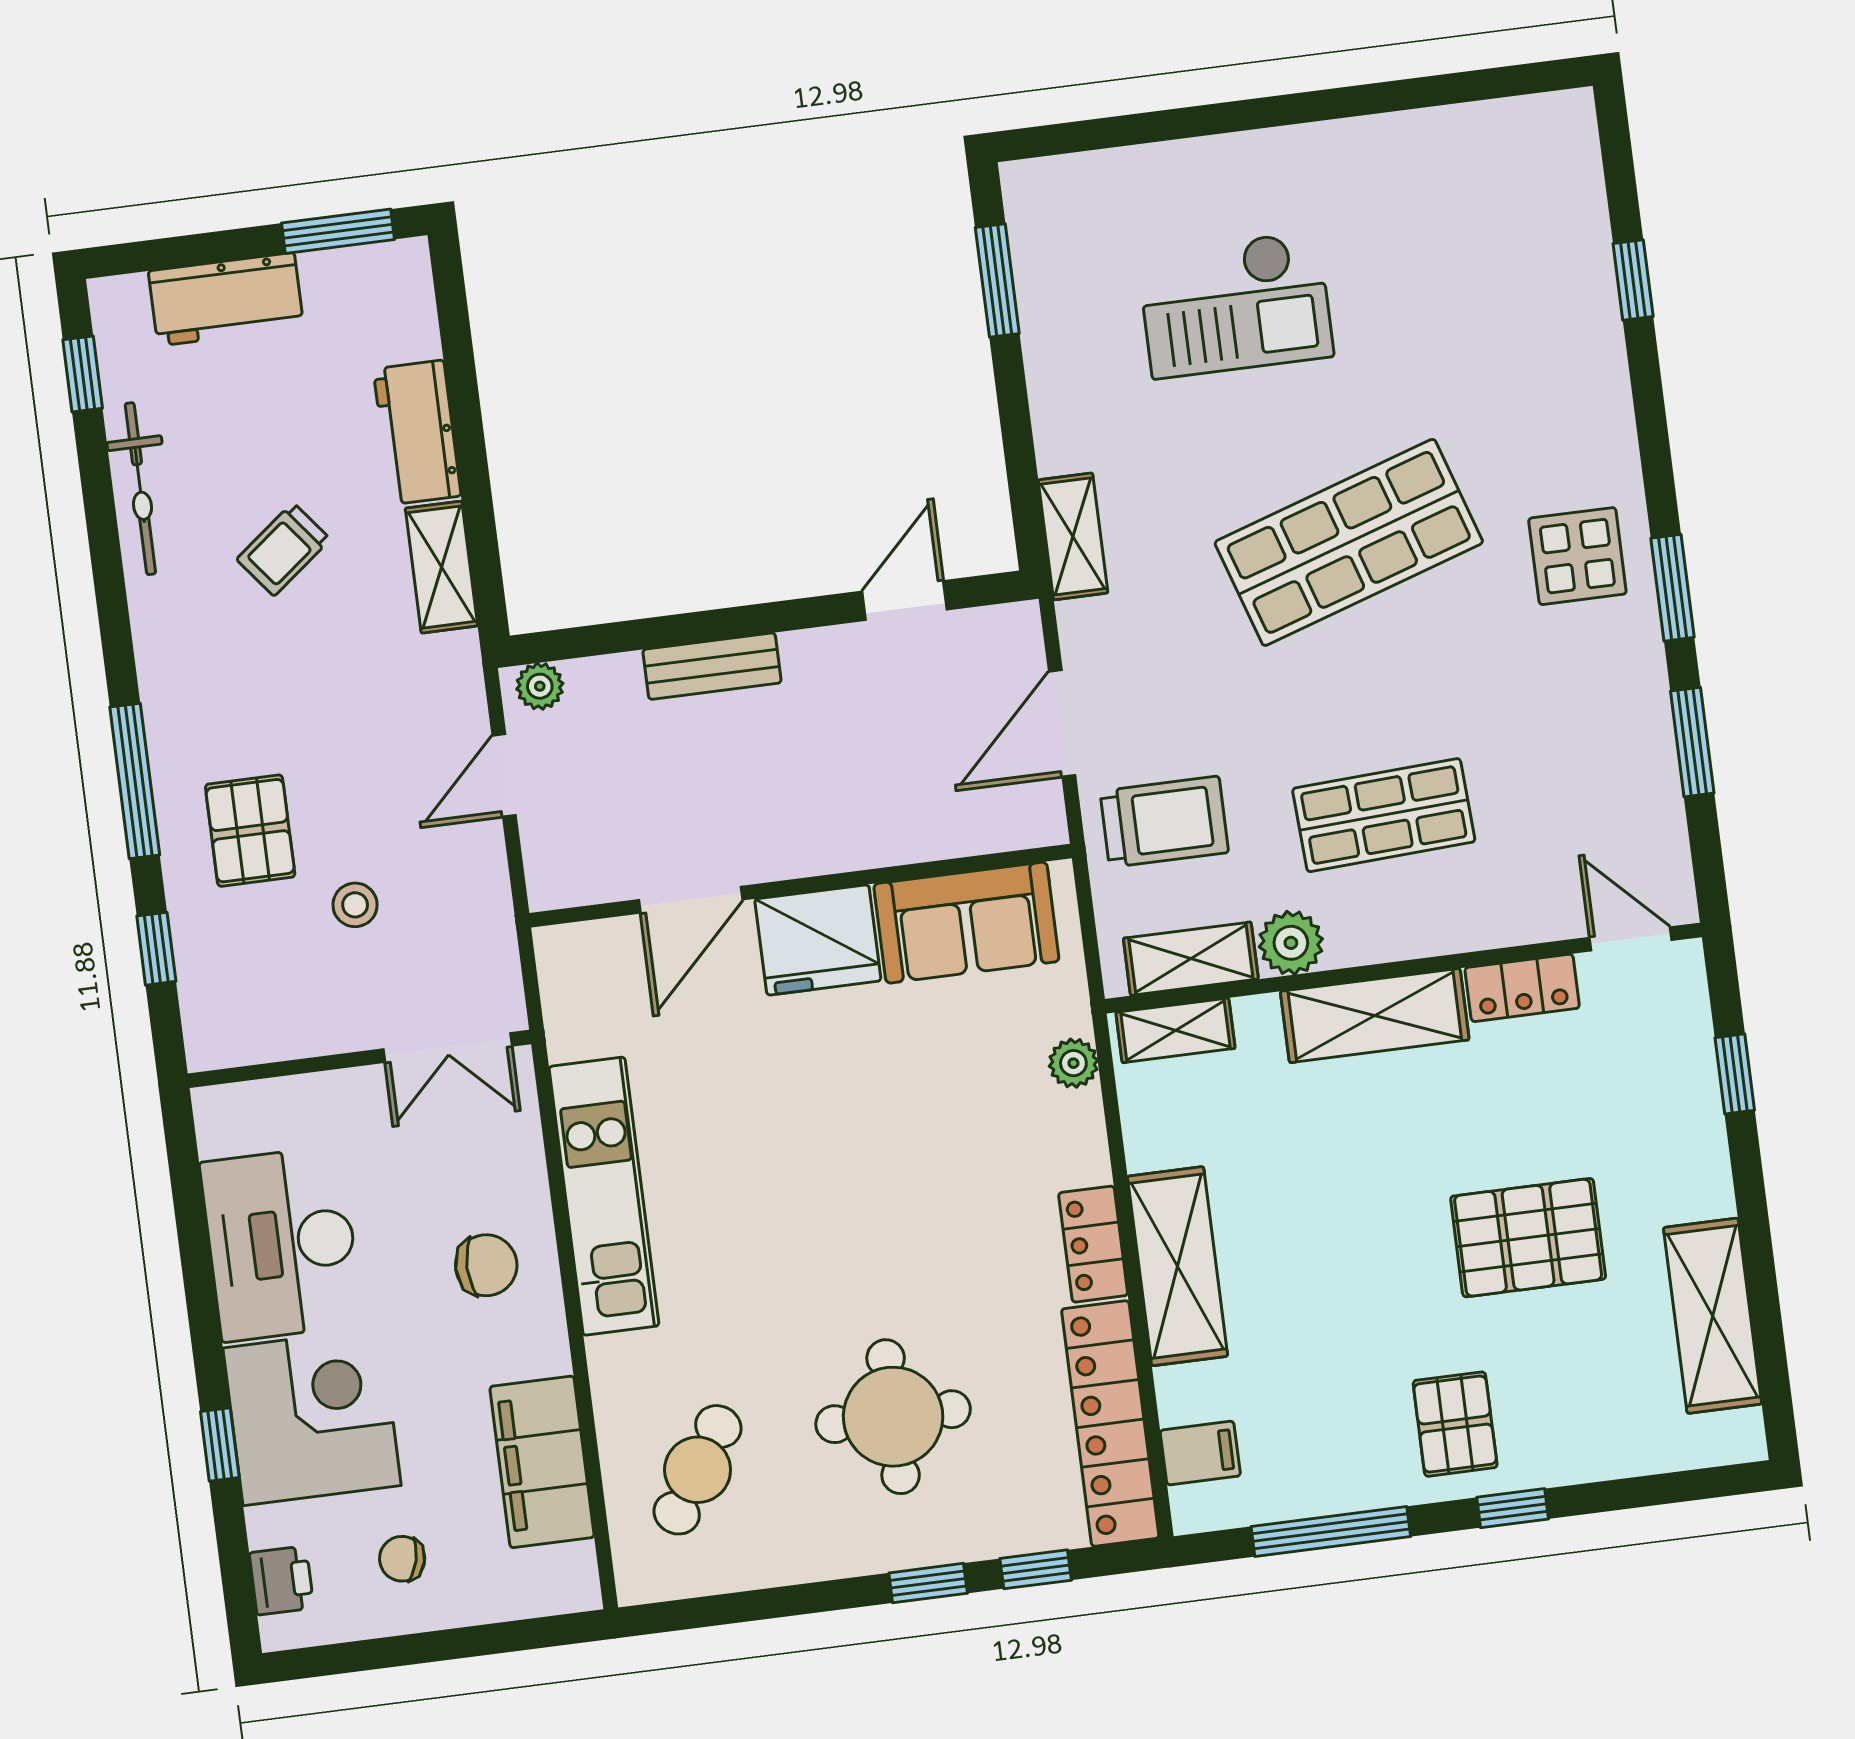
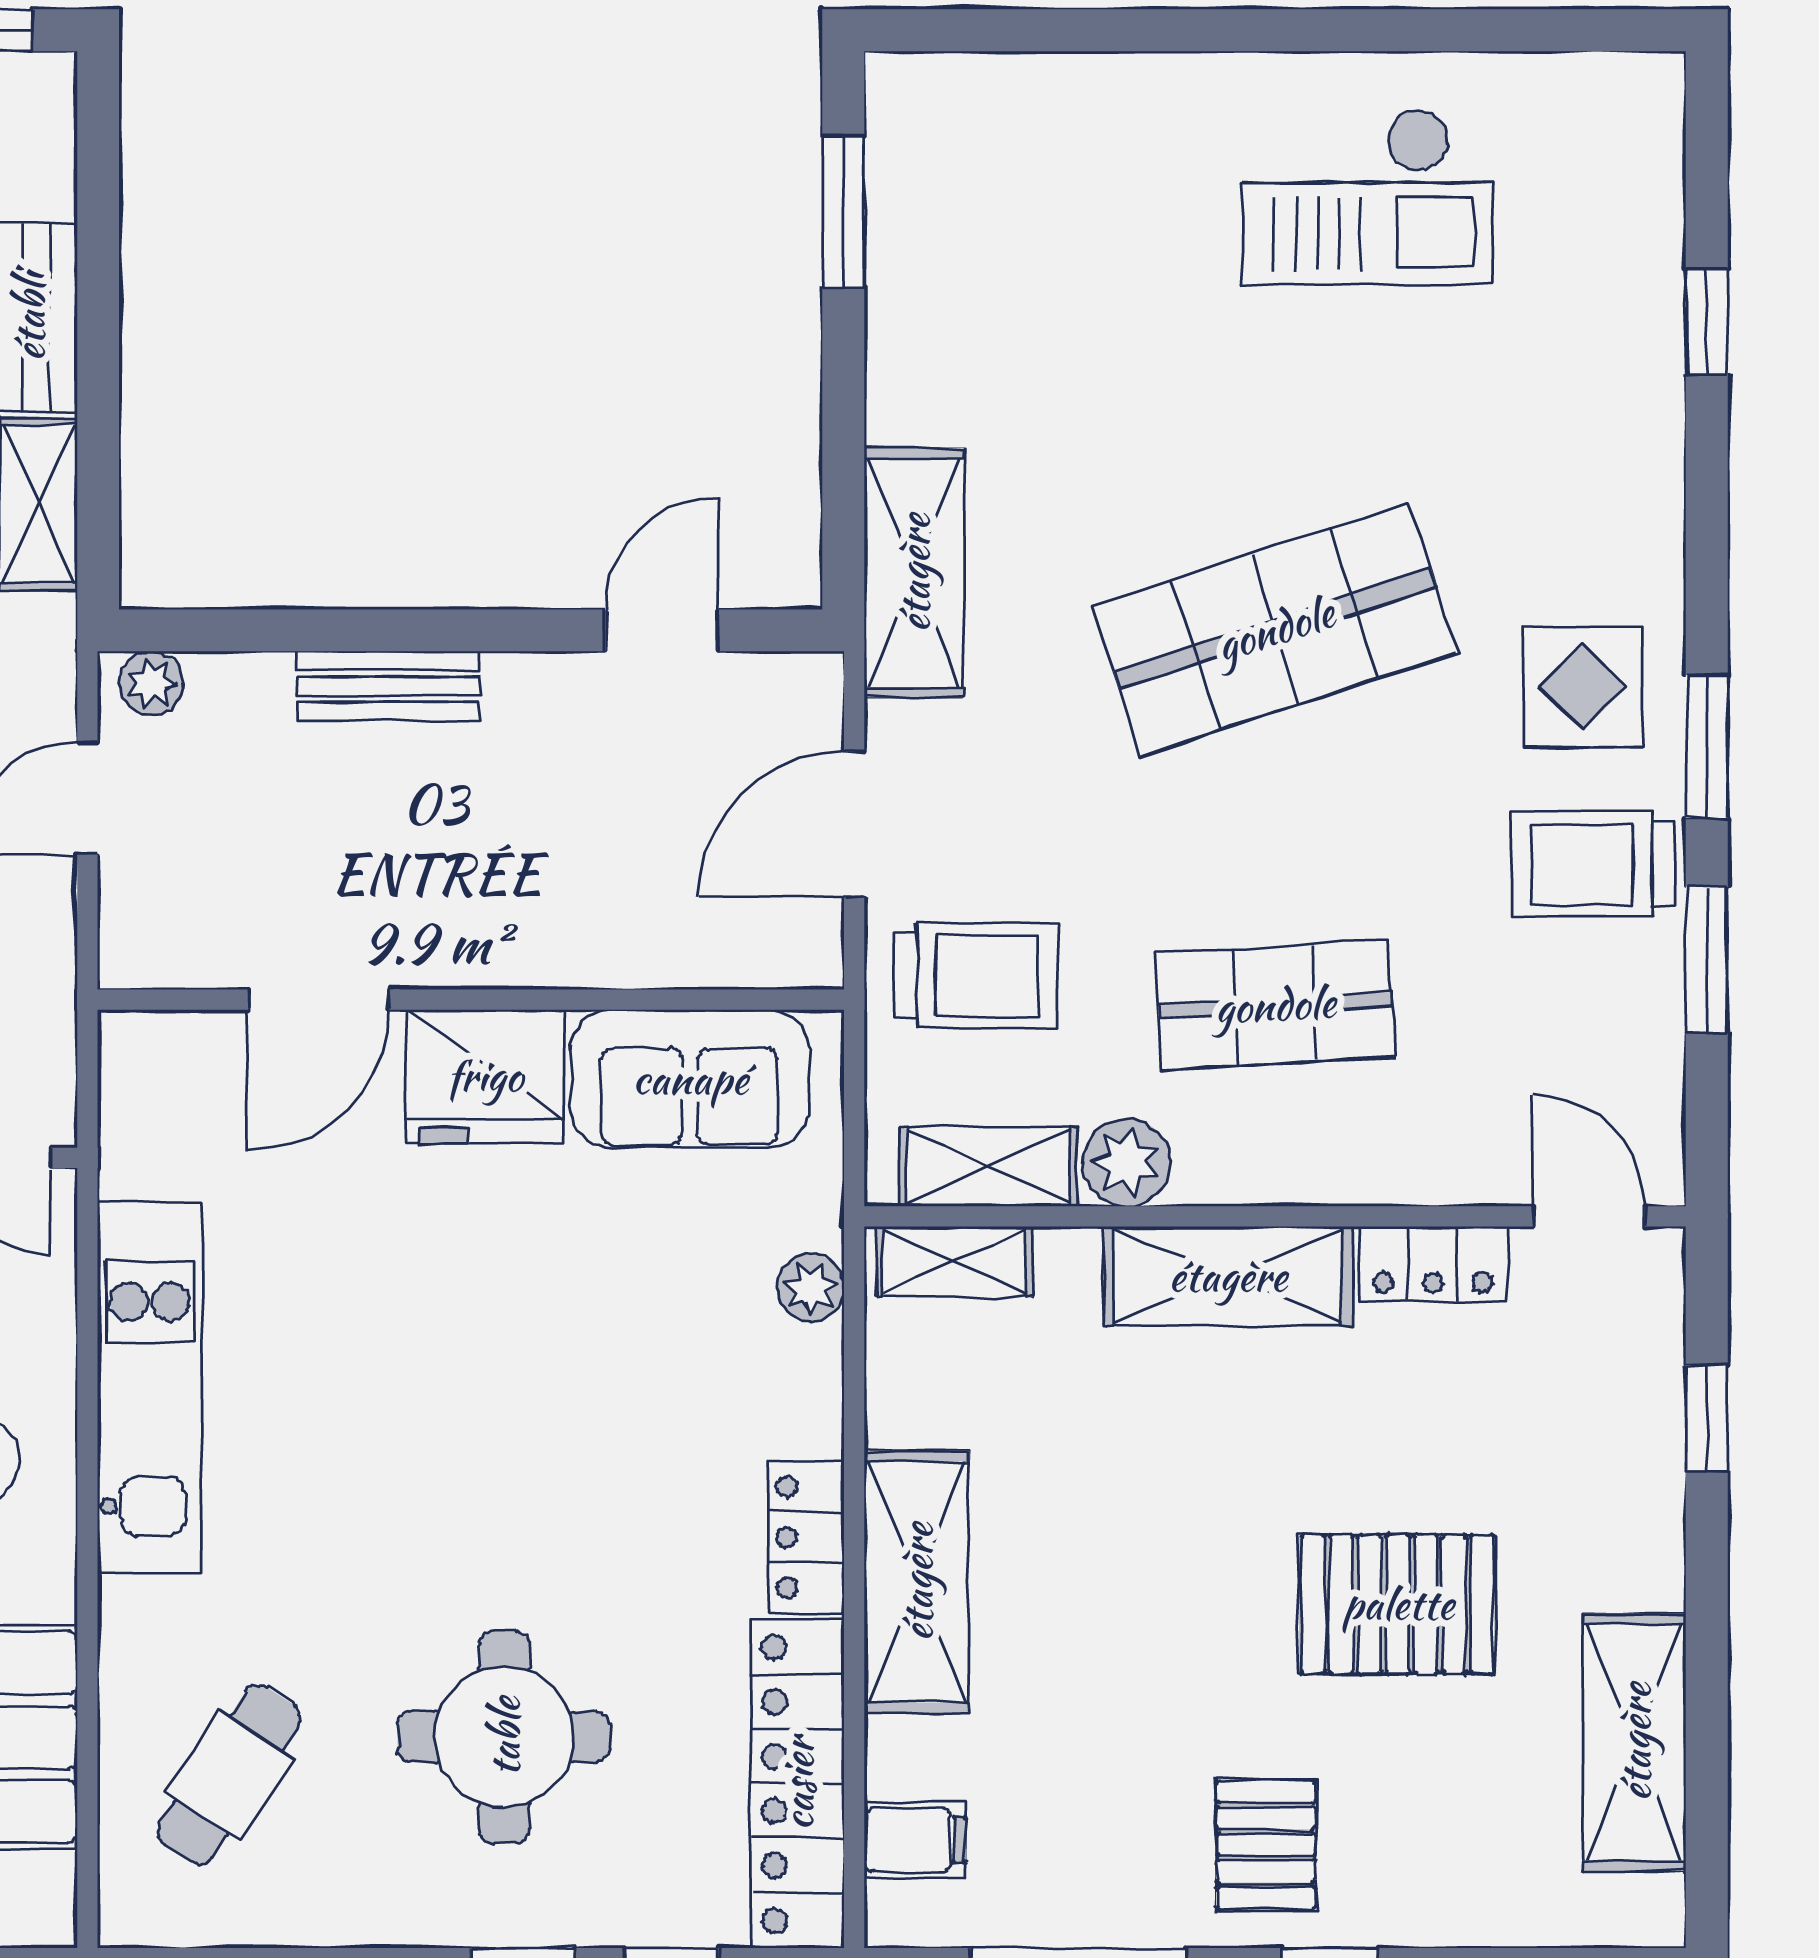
checkout: (1235, 305) -> (1368, 197), moved
shelving: (1073, 536) -> (914, 573), width x1.50, depth x1.33
trolley: (1601, 683) -> (1593, 864), added

